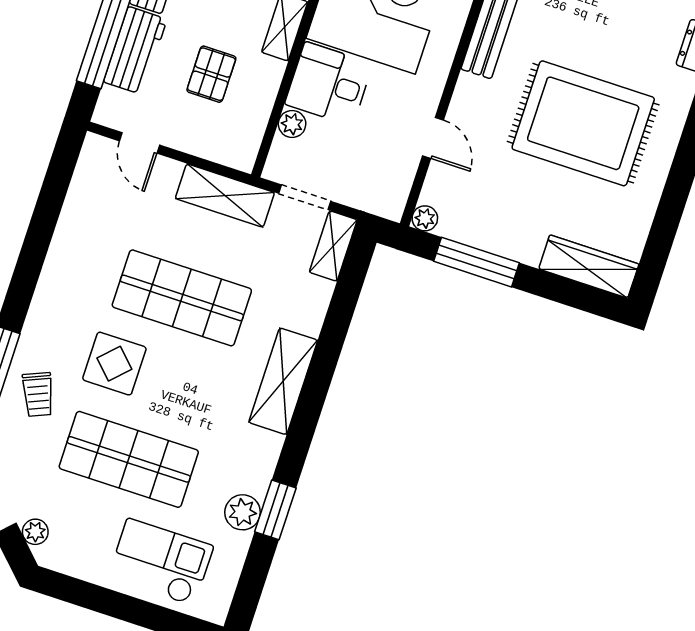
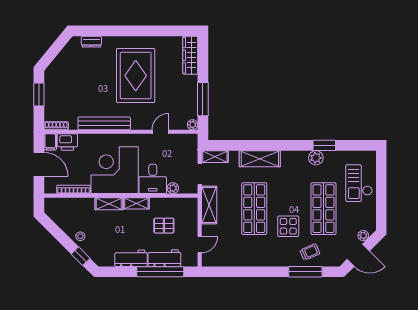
shelving: (283, 381) -> (260, 159), moved
plant: (243, 512) -> (316, 158), moved

